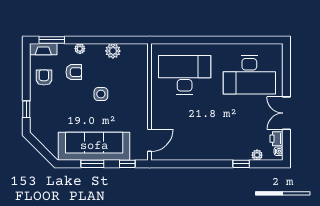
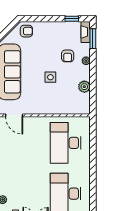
desk: (185, 75) -> (66, 143), turned 180
armchair: (44, 77) -> (26, 31), moved
window: (26, 109) -> (72, 19), moved

